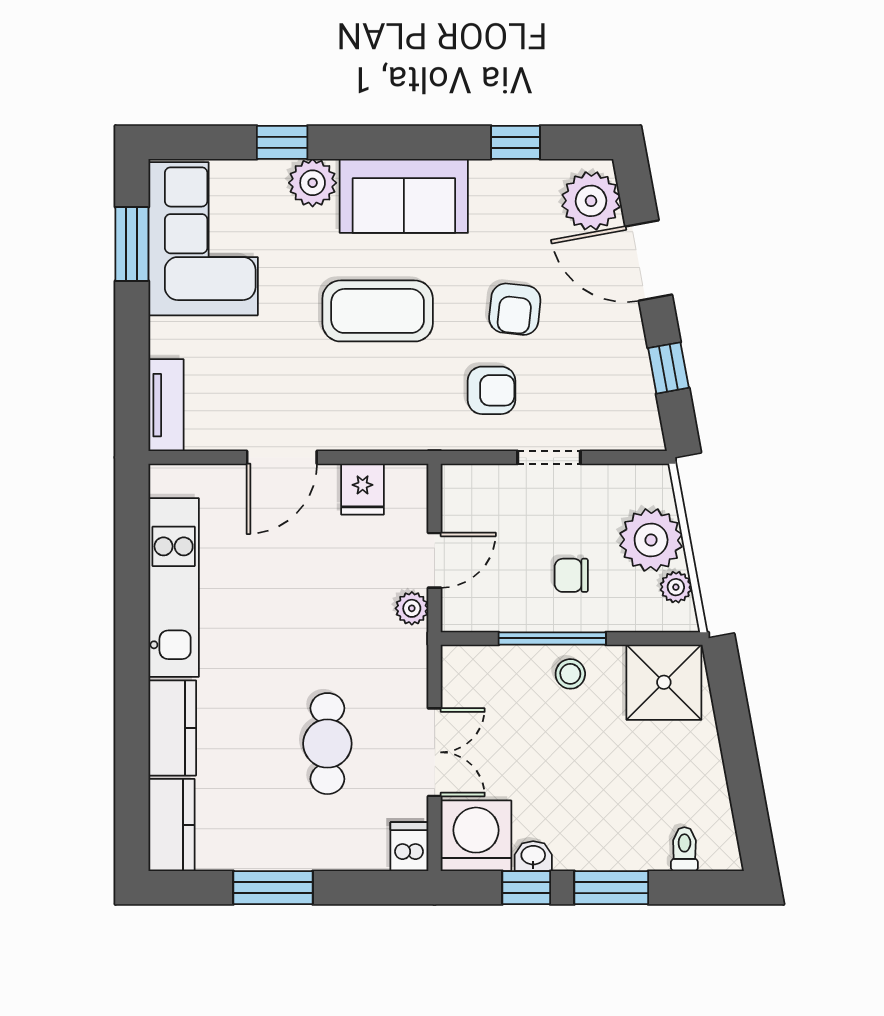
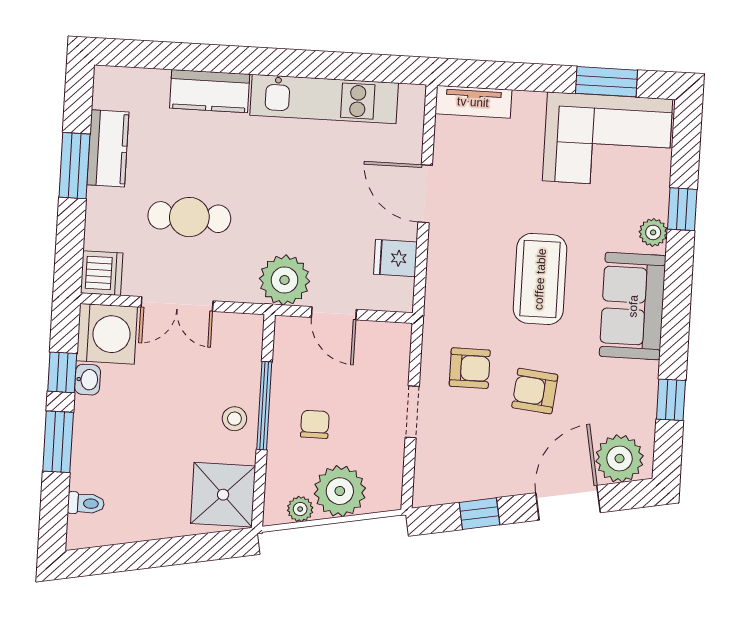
plant: (313, 183) -> (653, 232), width x0.73, depth x0.73
armchair: (492, 390) -> (470, 368), turned -90
plant: (412, 608) -> (285, 280), width x1.87, depth x1.87
kitchen counter: (171, 825) -> (108, 148), moved, turned -90
dishwasher: (409, 847) -> (102, 273), width x1.38

